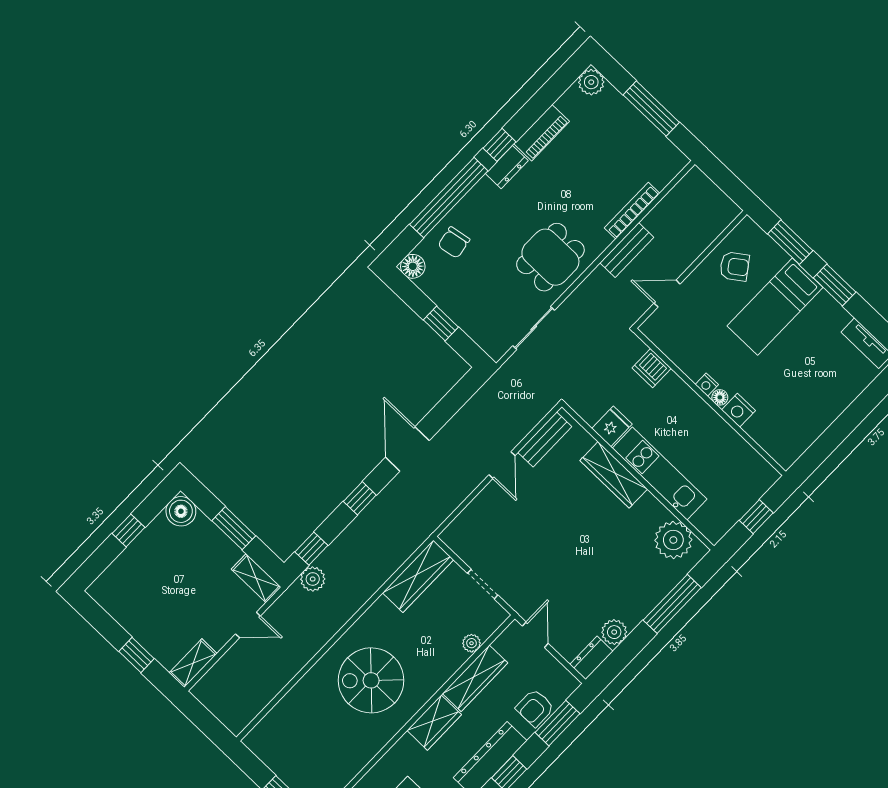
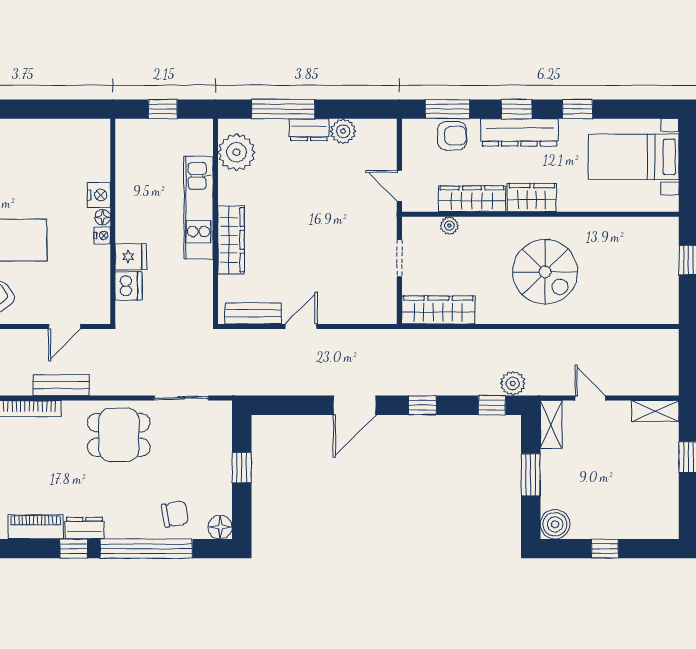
door: (667, 294) -> (65, 326), hinge flipped
fridge: (612, 426) -> (131, 257), moved, turned 180
door: (535, 635) -> (399, 186), hinge flipped
dresser: (591, 658) -> (309, 130), moved

